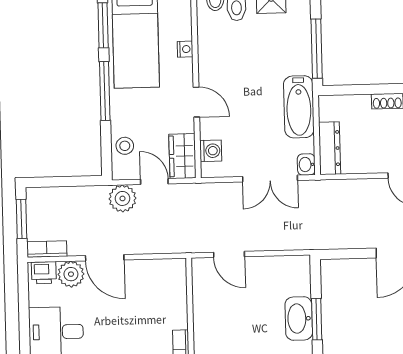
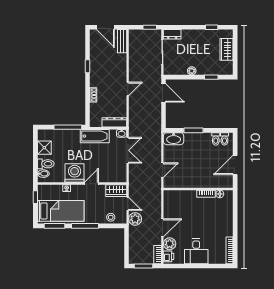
washing machine: (211, 151) -> (75, 173), moved, width x1.89, depth x1.89
door: (154, 182) -> (128, 204), swing flipped
washbasin: (299, 318) -> (174, 139), moved

